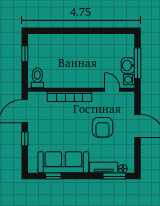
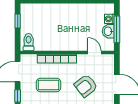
washing machine: (129, 80) -> (109, 19), moved
coffee table: (60, 127) -> (49, 85), added
armchair: (102, 127) -> (86, 86), turned 52

